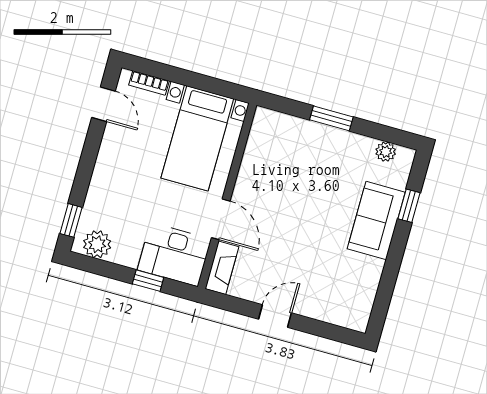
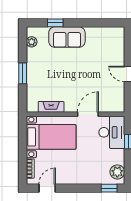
fireplace: (222, 268) -> (51, 107), moved

